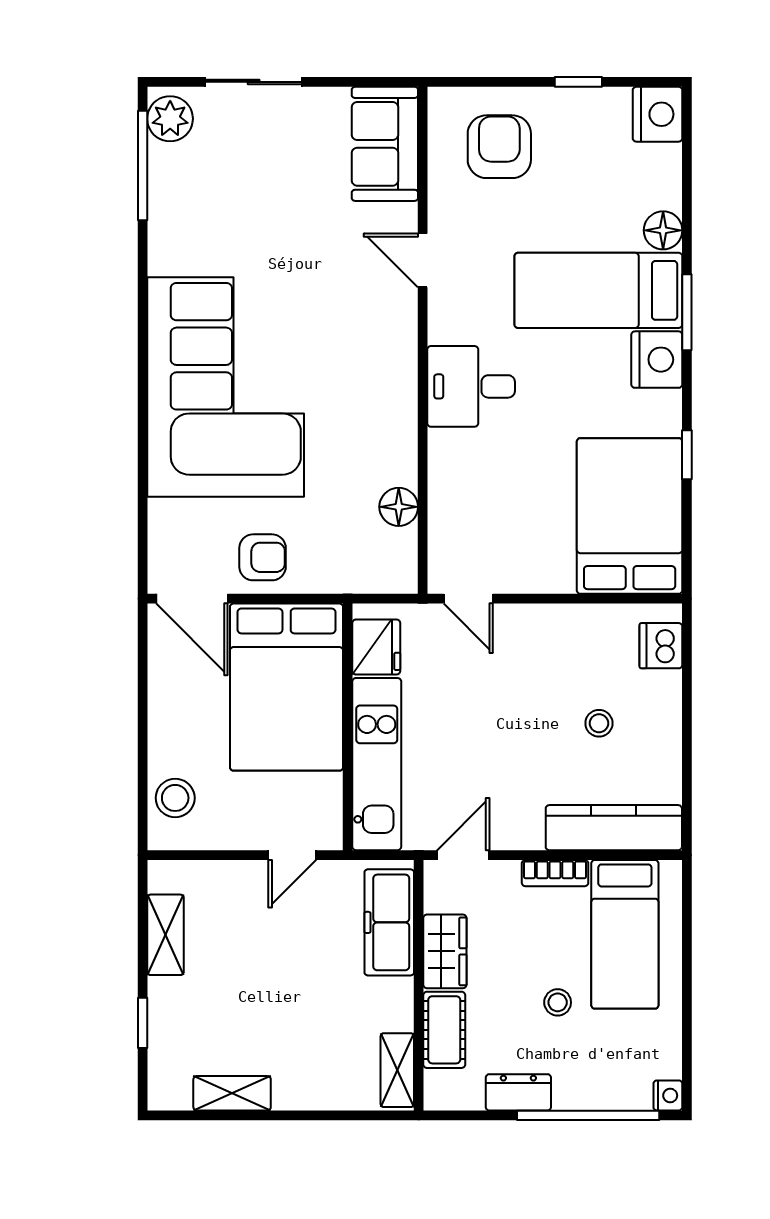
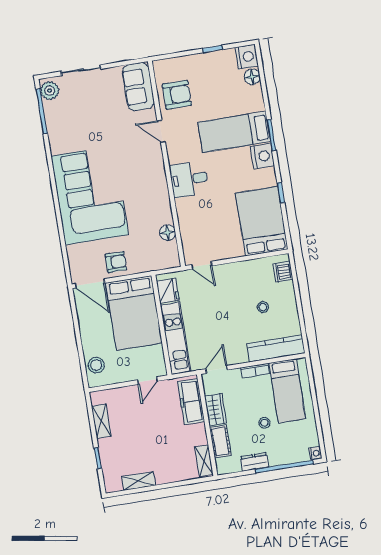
armchair: (499, 147) -> (177, 95), moved, turned 90
floor lamp: (663, 230) -> (252, 77), moved

